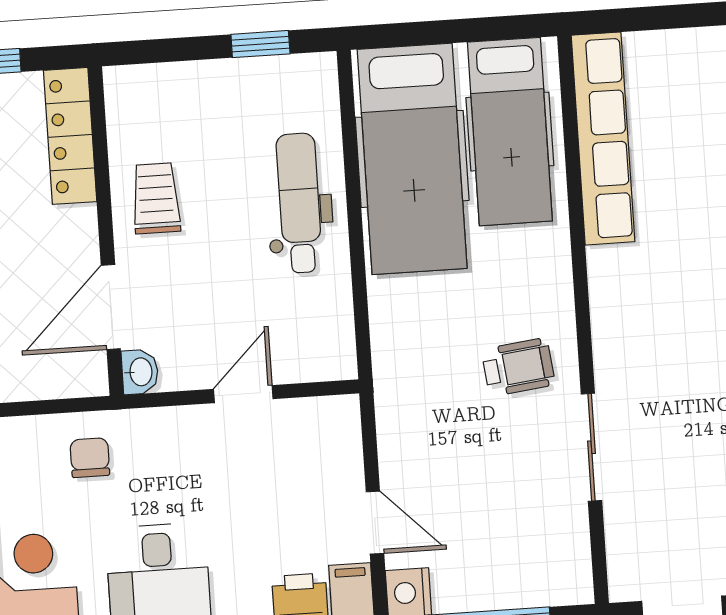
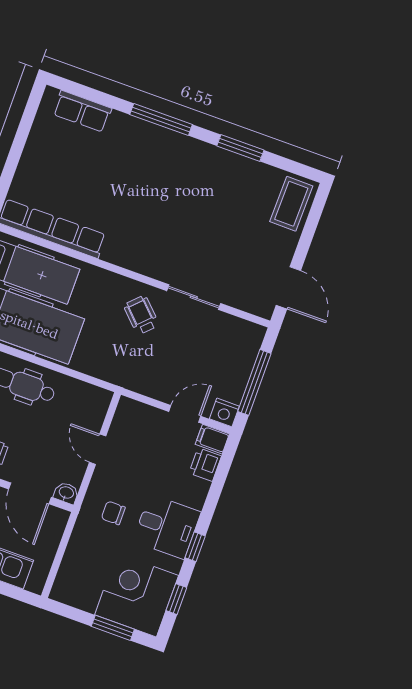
wheelchair: (518, 367) -> (141, 315), turned -38
chair: (90, 458) -> (113, 513), moved

